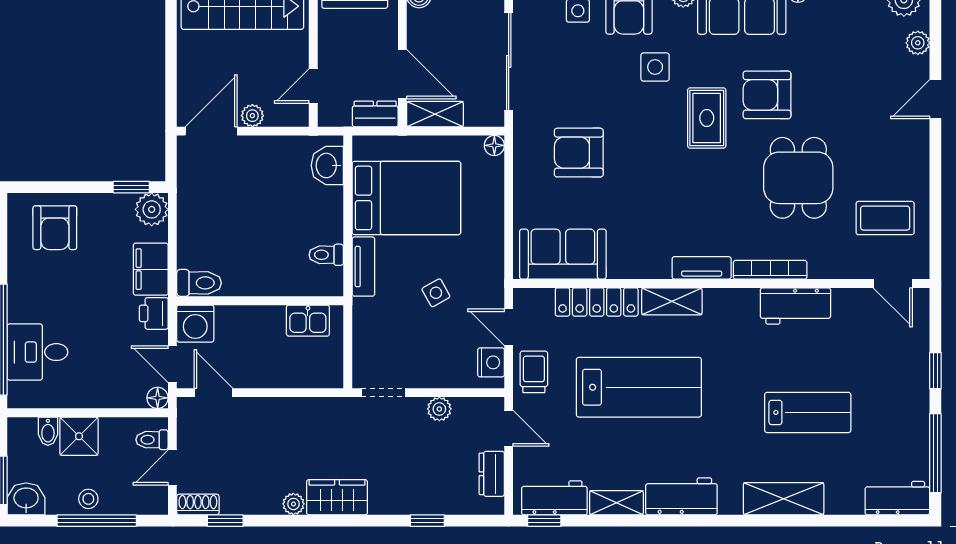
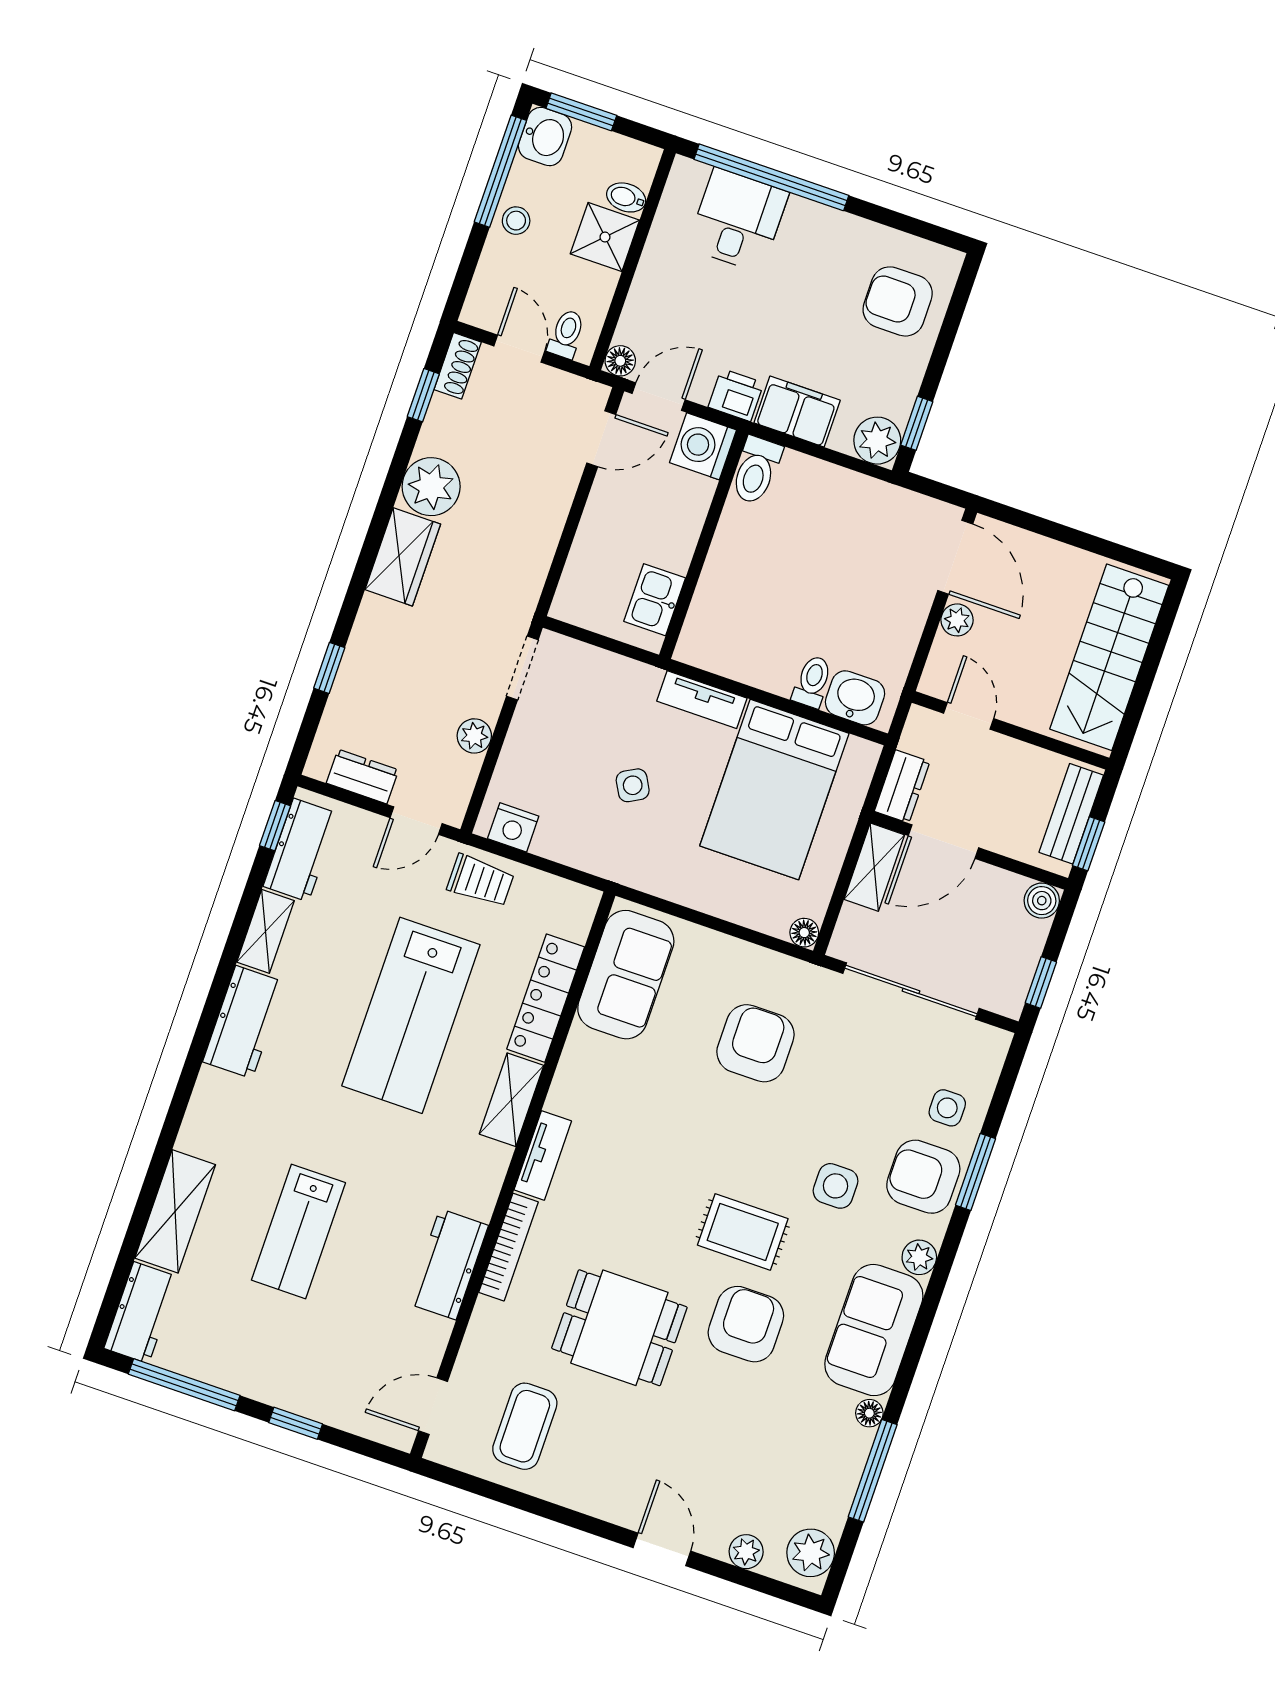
toilet: (326, 255) -> (812, 682), moved
door: (509, 327) -> (552, 867), removed
shelving: (784, 499) -> (175, 1211), moved
plant: (293, 504) -> (431, 487), width x1.88, depth x1.88
window: (97, 521) -> (500, 171), moved

